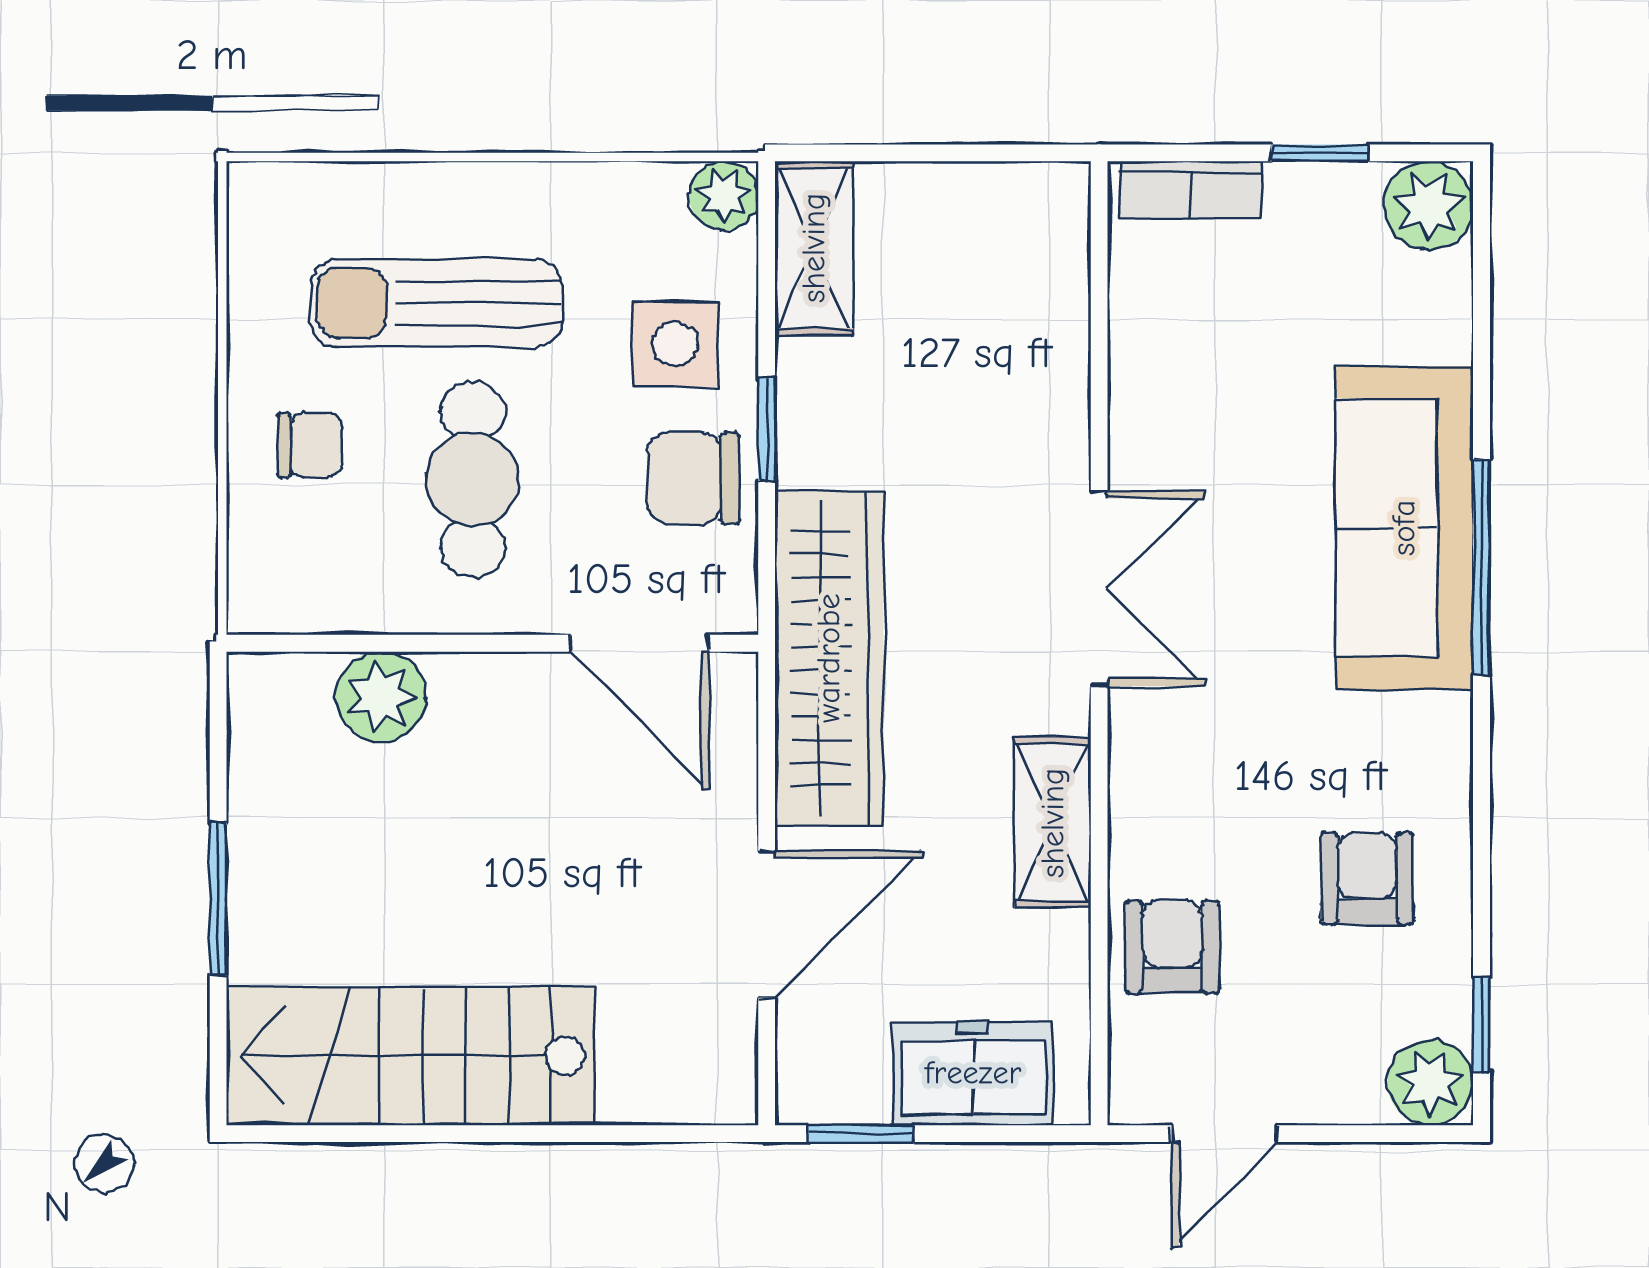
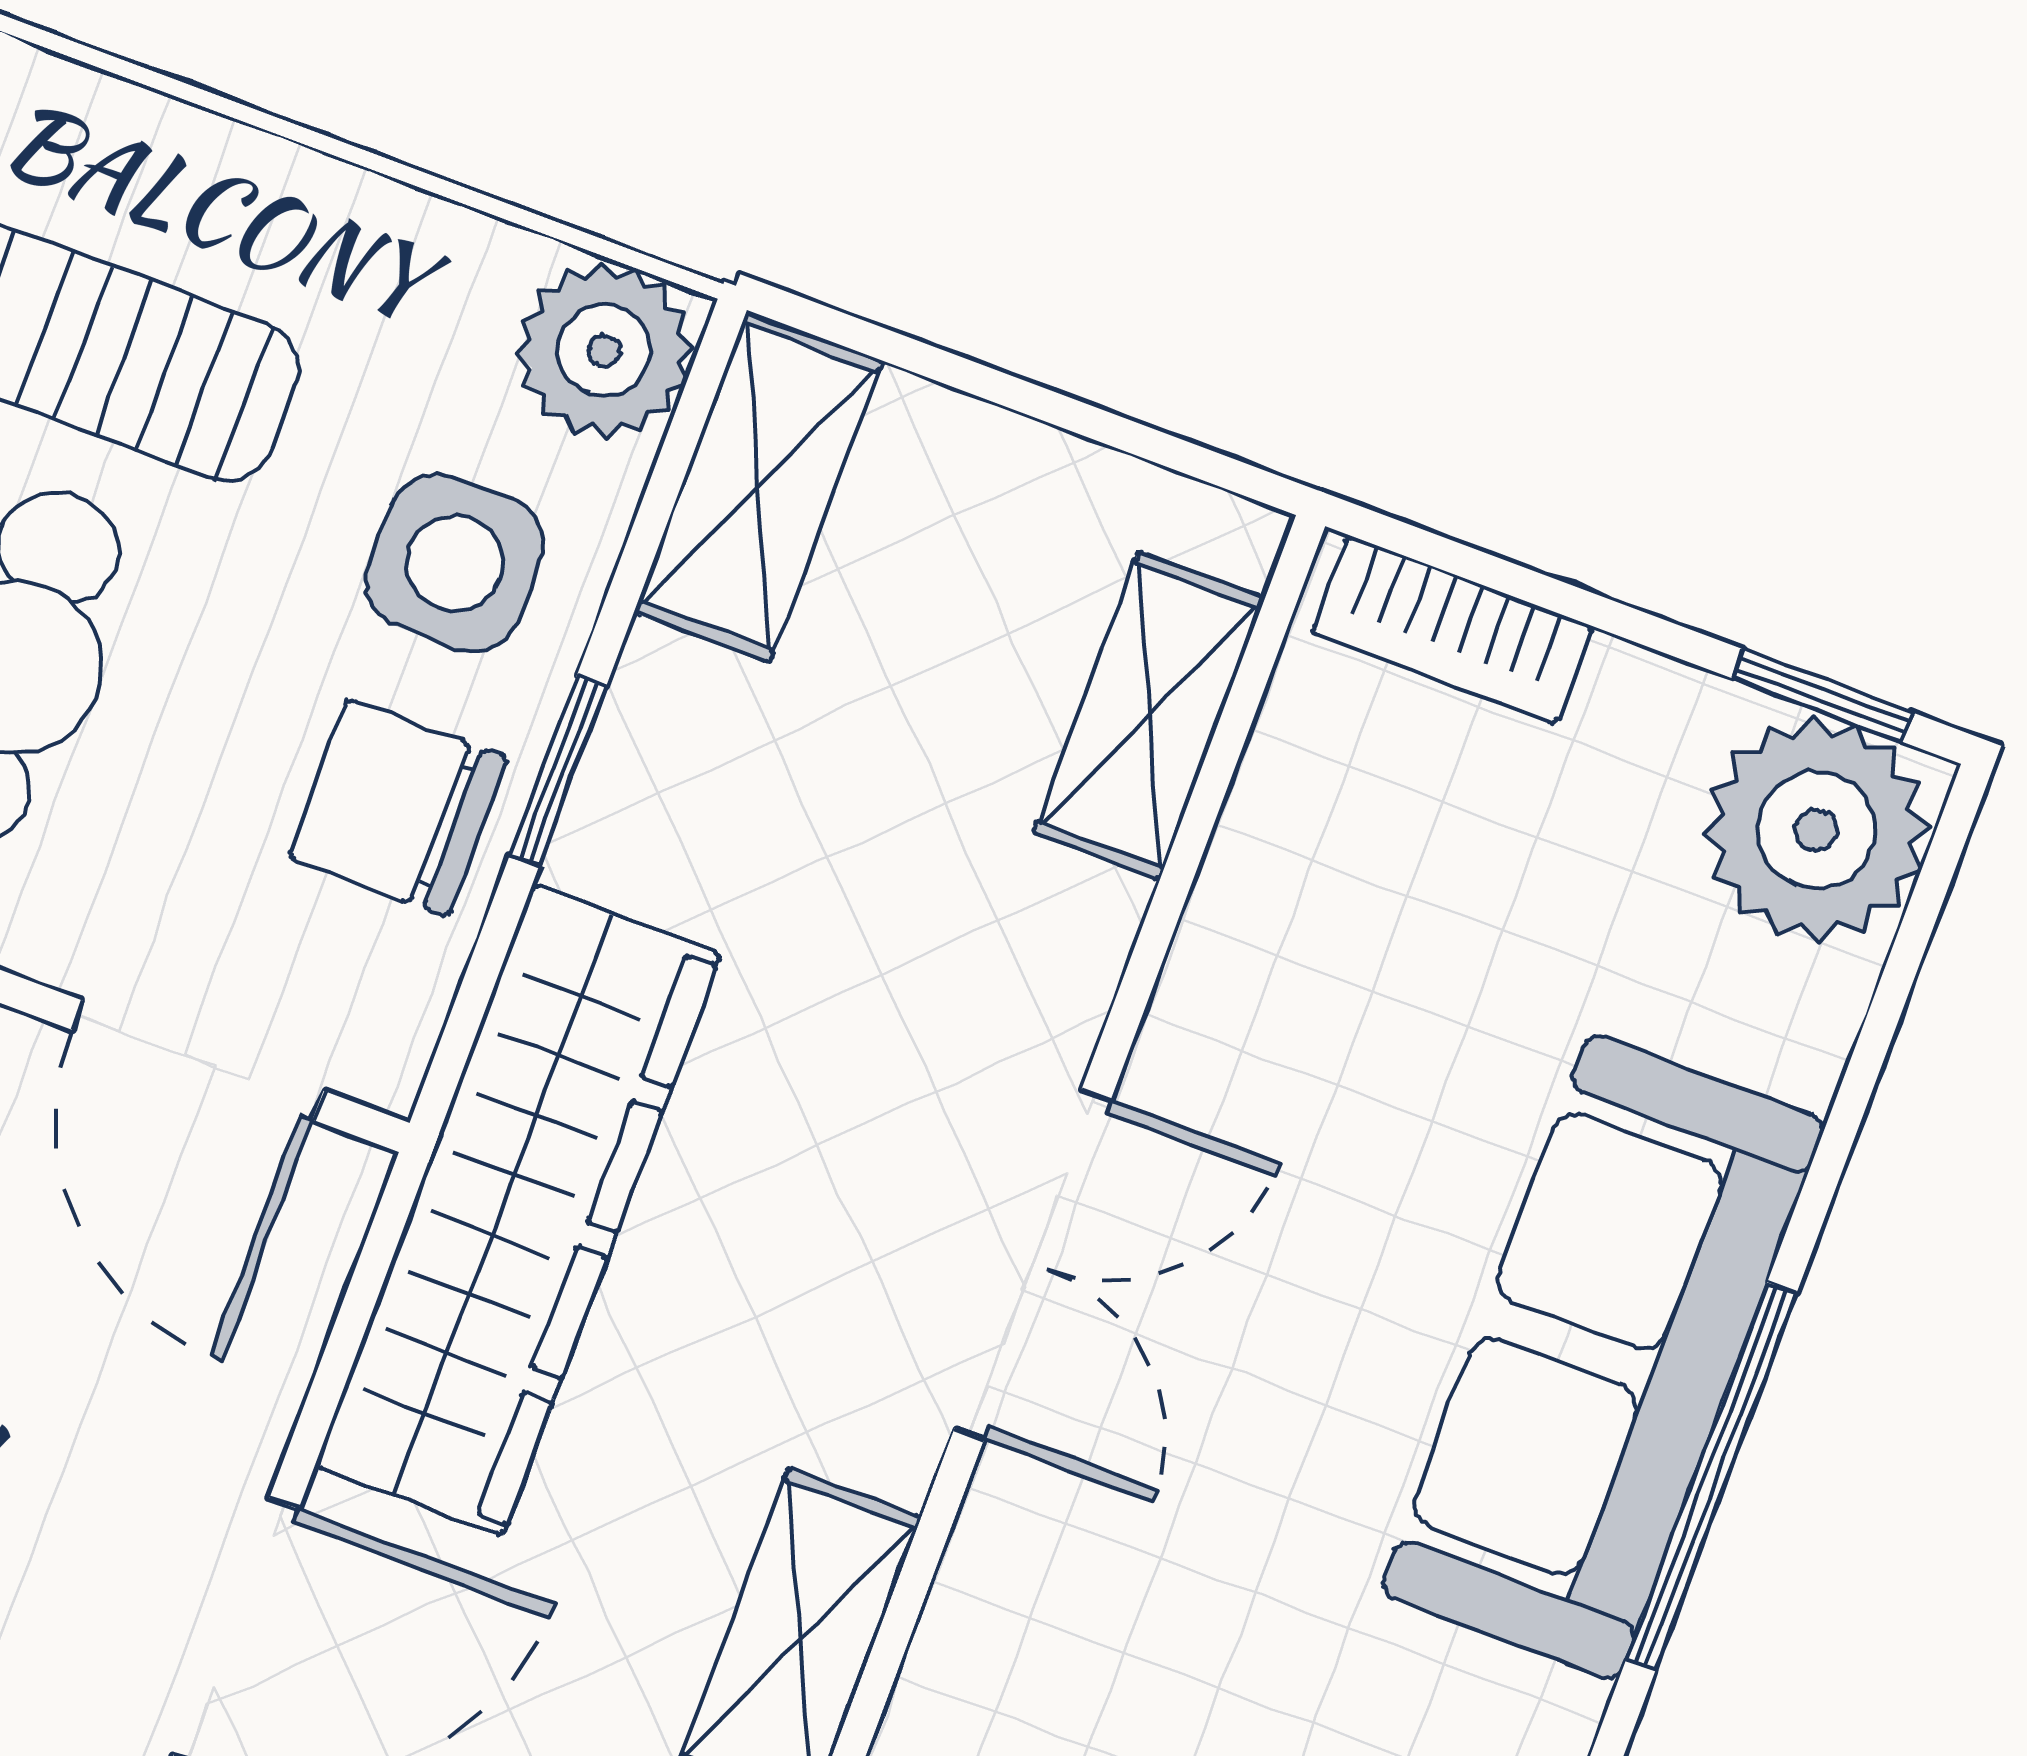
window: (1320, 153) -> (1822, 695), moved
plant: (724, 196) -> (604, 351), width x1.38, depth x1.38
plant: (1429, 206) -> (1816, 830), width x1.36, depth x1.36
shelving: (1054, 290) -> (1149, 715), added

